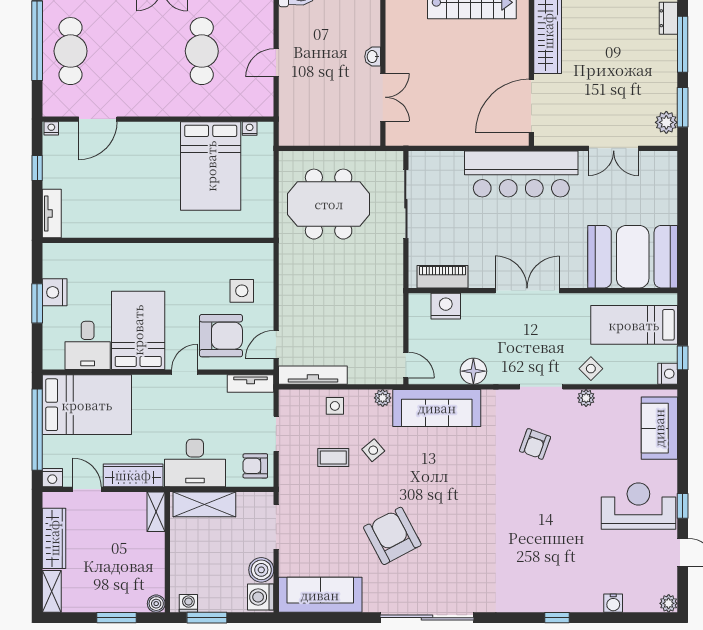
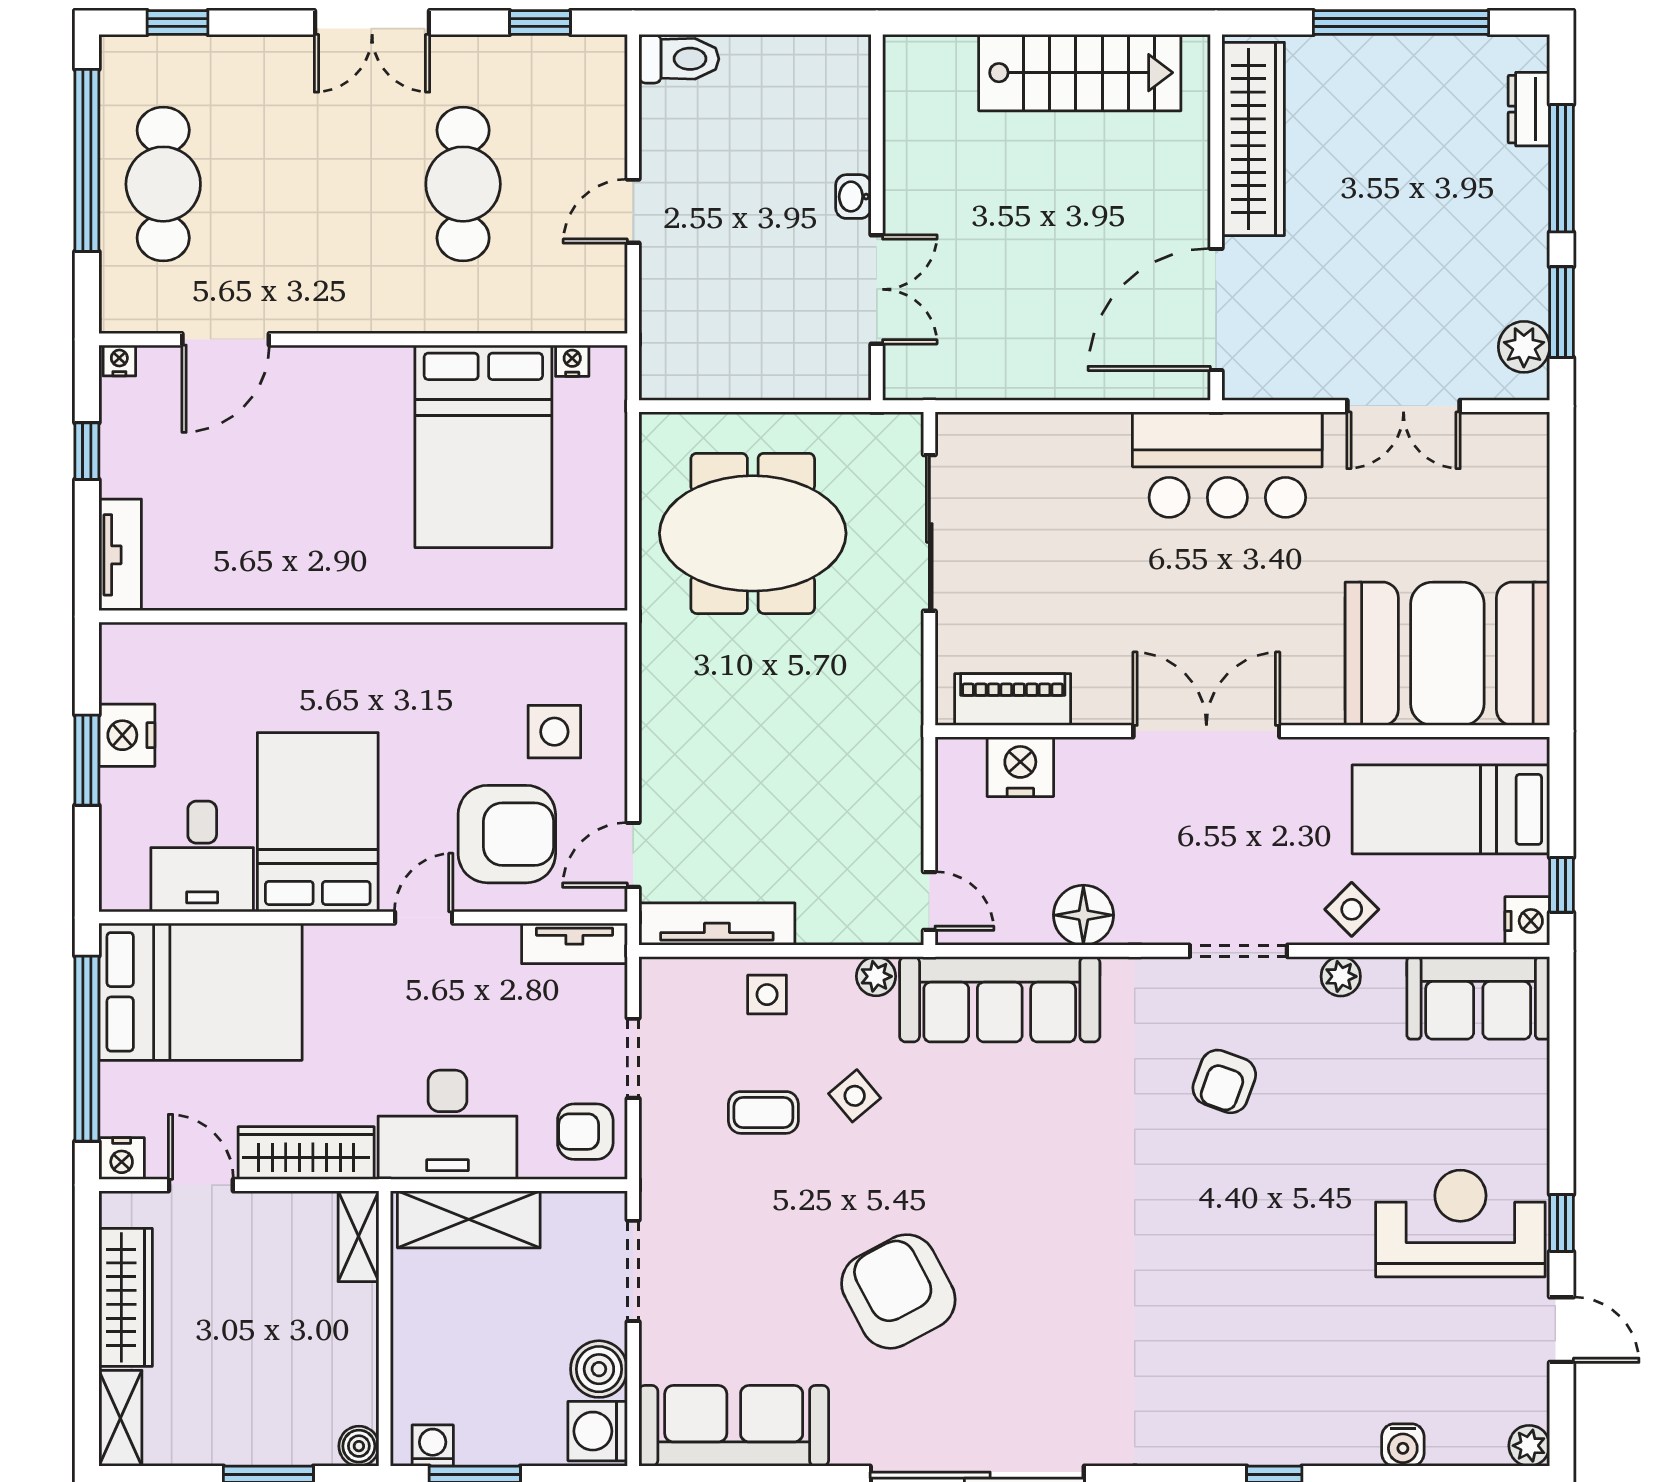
bar counter: (521, 174) -> (1227, 465), width x0.73
sofa: (659, 428) -> (1478, 998), moved, turned -90

